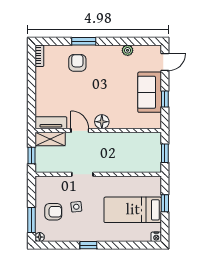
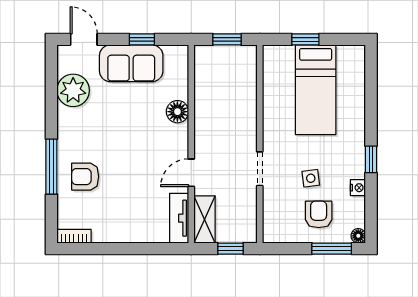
window: (84, 41) -> (51, 167), width x1.44
plant: (128, 50) -> (73, 90), width x1.88, depth x1.88
floor lamp: (102, 122) -> (177, 112), moved
nightstand: (156, 237) -> (358, 188), moved

